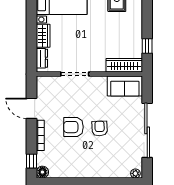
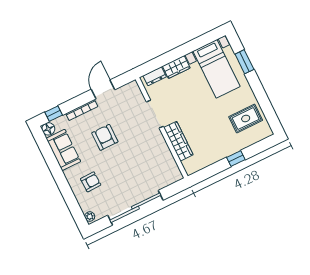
window: (147, 46) -> (236, 159), moved
wardrobe: (124, 65) -> (178, 141), moved
sofa: (125, 86) -> (63, 150), moved, turned 180
armchair: (100, 128) -> (91, 182), moved

